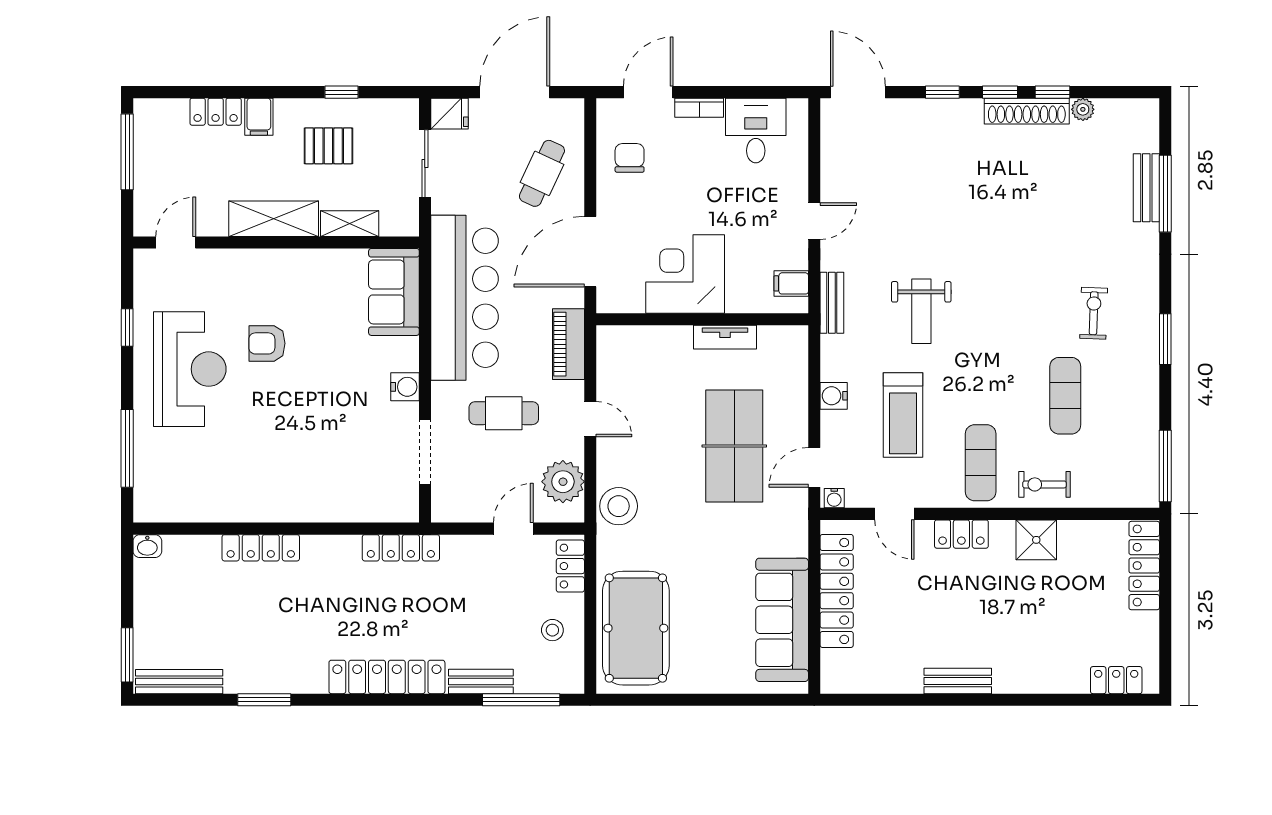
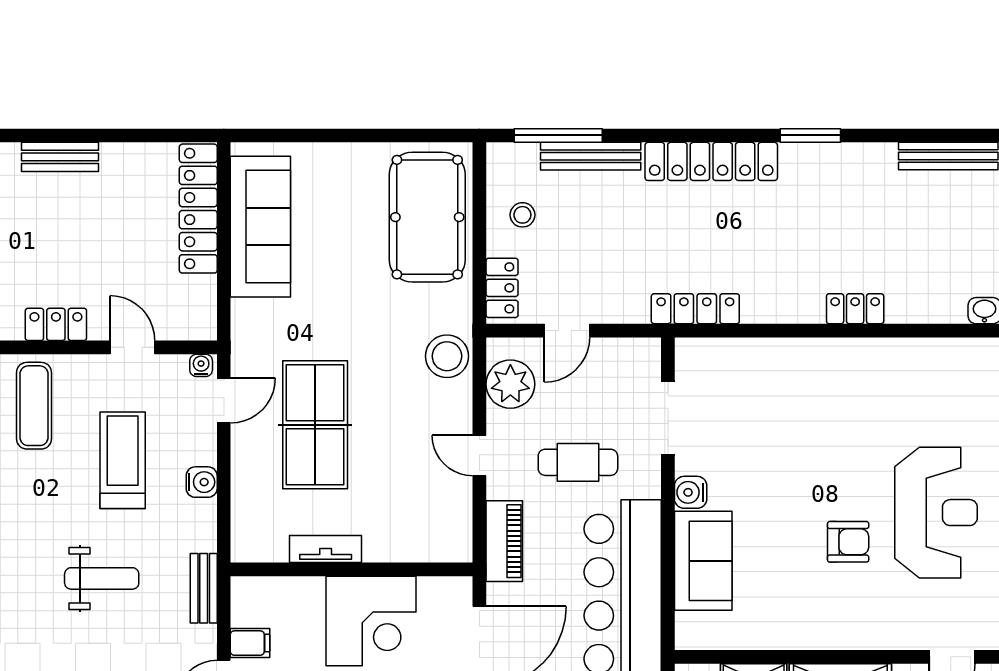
filing cabinet: (791, 283) -> (250, 643), moved
sofa: (394, 292) -> (703, 561), moved
weight bench: (921, 311) -> (102, 578), turned 90
reception desk: (190, 369) -> (936, 513), turned 180
locker: (261, 548) -> (855, 309), width x0.66
locker: (837, 591) -> (198, 209), moved
bench: (481, 681) -> (591, 156), width x1.36
window: (264, 700) -> (810, 135), moved

